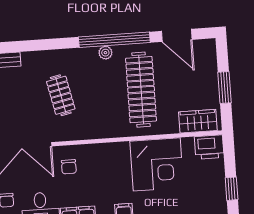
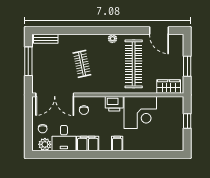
window: (114, 40) -> (119, 31), removed
printer: (209, 147) -> (114, 104), moved
window: (232, 189) -> (187, 121), moved

